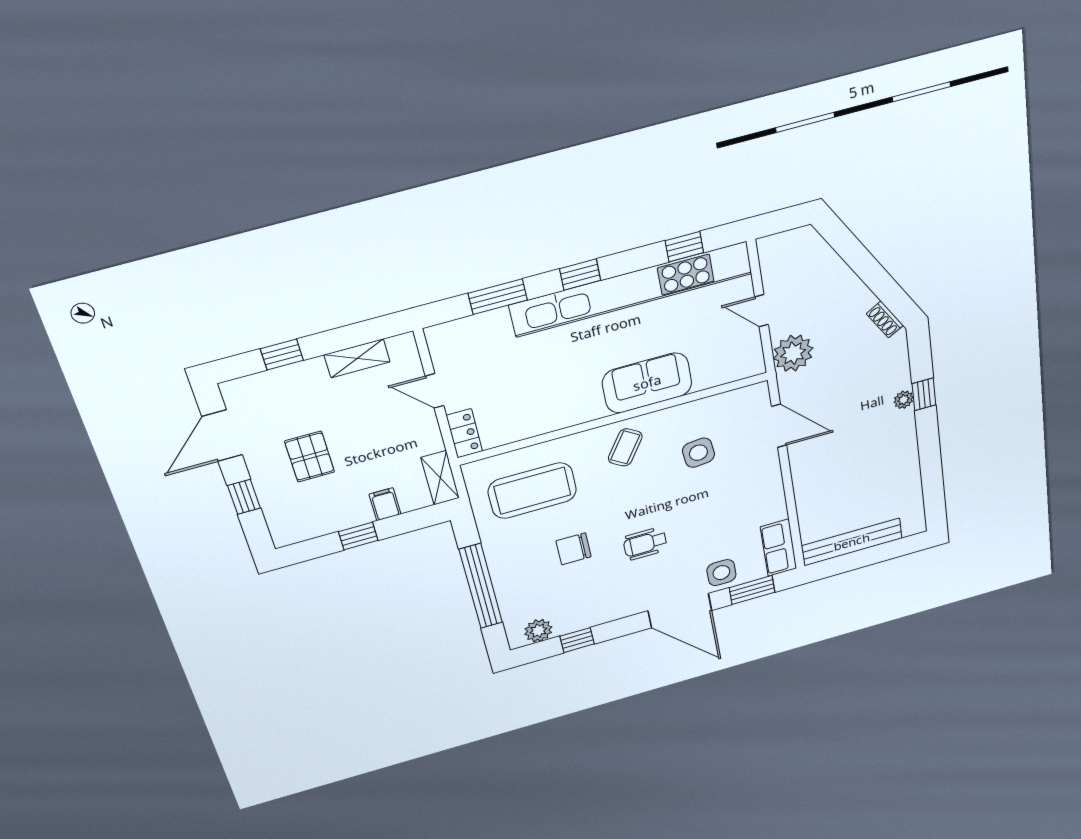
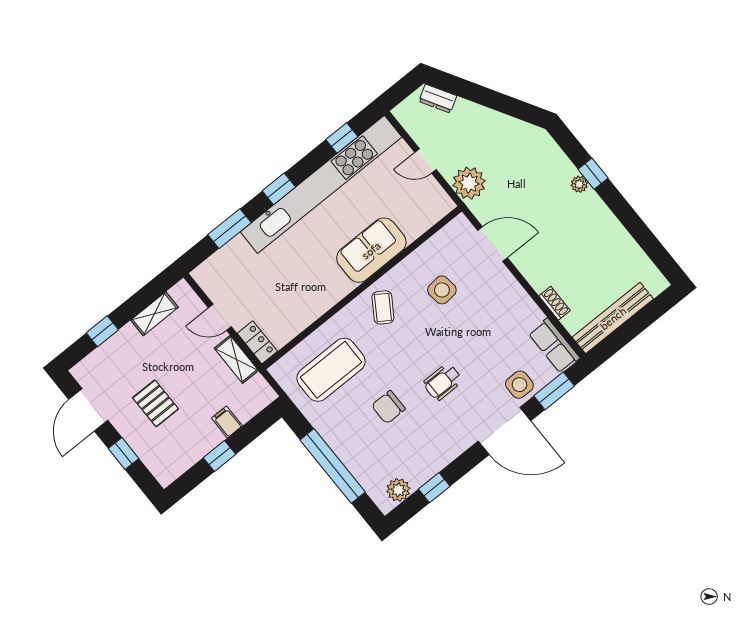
dresser: (815, 247) -> (438, 99), added
shoe rack: (885, 320) -> (555, 303), moved, turned -150
shelving: (440, 478) -> (236, 359), moved

